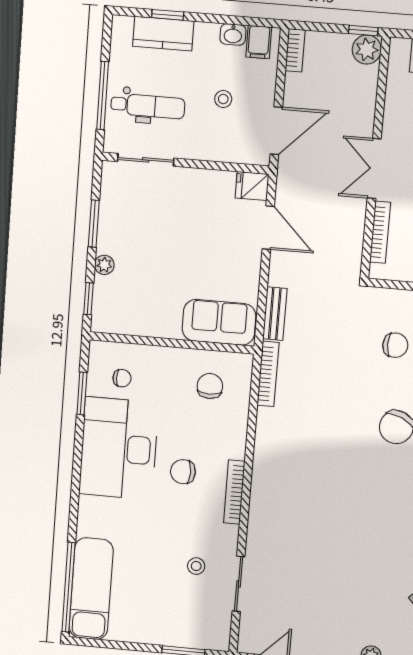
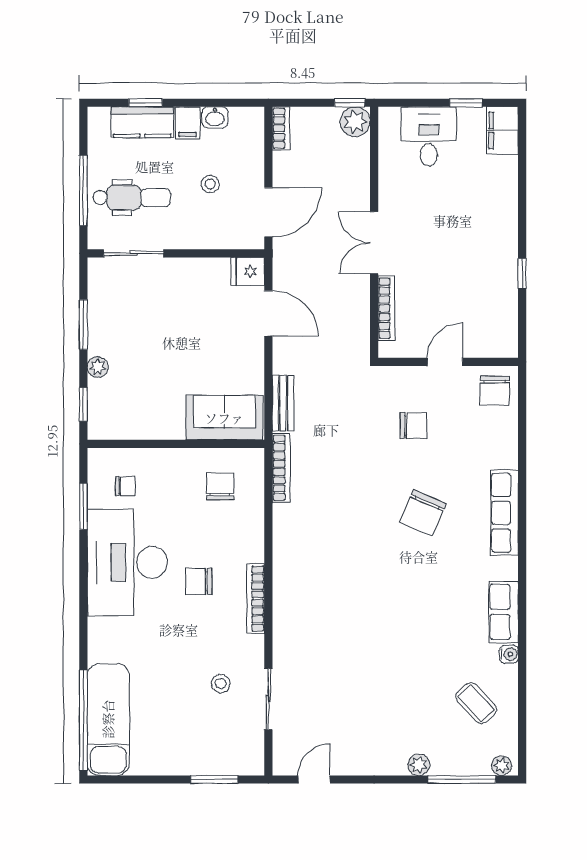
filing cabinet: (259, 42) -> (188, 123), moved

